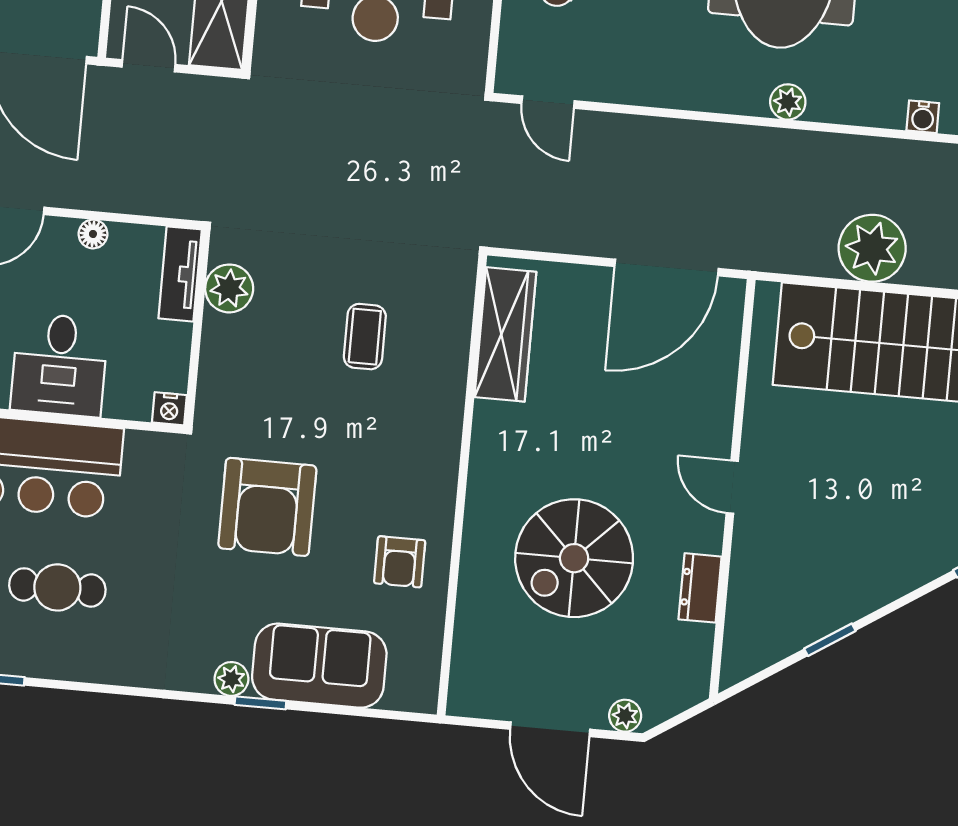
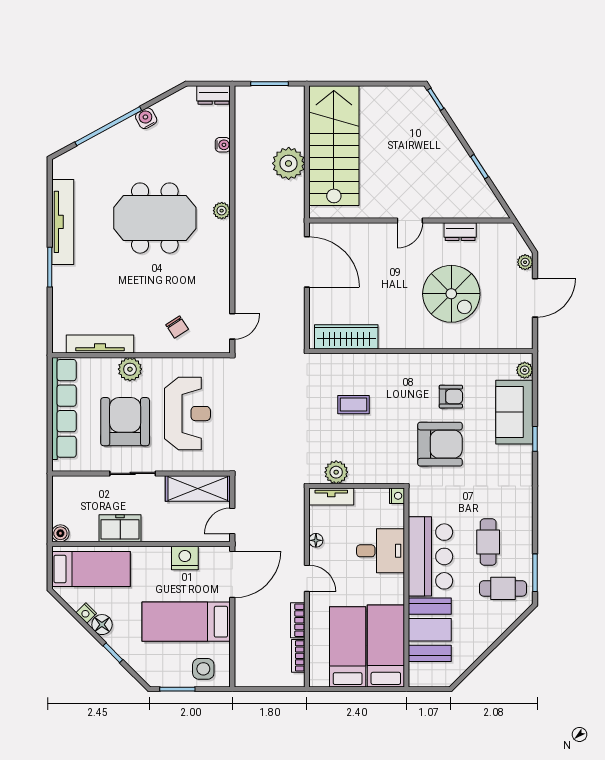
armchair: (400, 562) -> (451, 397), moved
plant: (231, 679) -> (525, 370), moved

